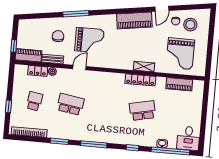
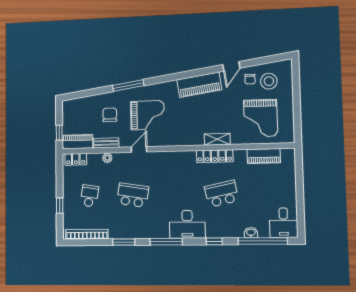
locker: (38, 71) -> (76, 159), moved
desk: (112, 132) -> (187, 224), added

